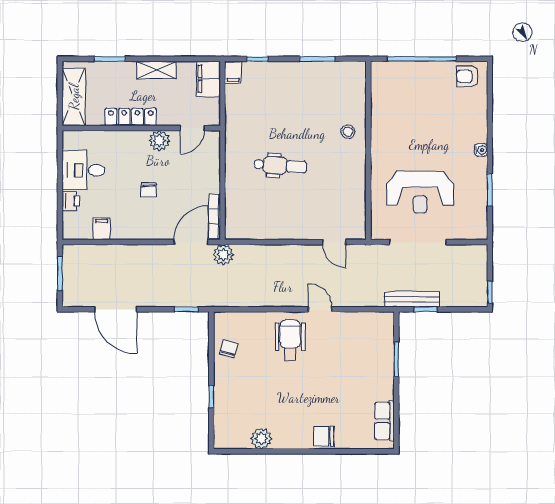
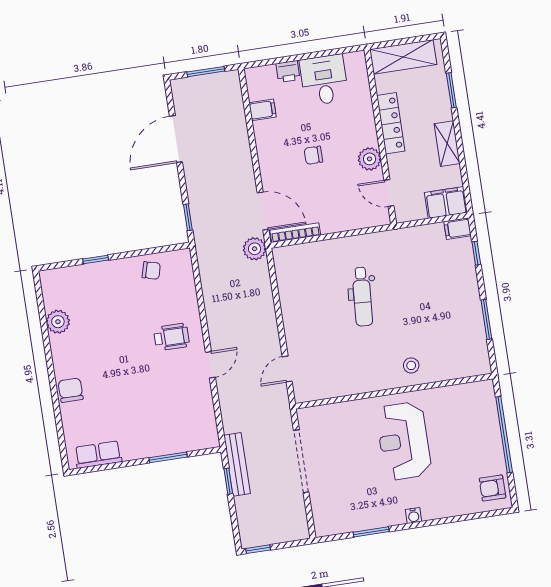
armchair: (467, 76) -> (492, 488), turned -90
reception desk: (420, 192) -> (404, 441), moved
wheelchair: (290, 340) -> (171, 337), width x0.73, depth x0.73

